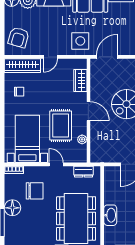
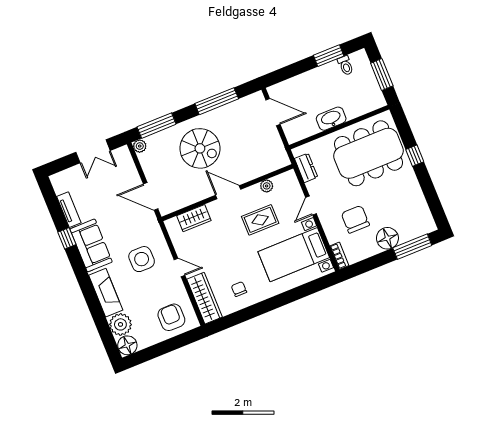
armchair: (18, 37) -> (171, 317), turned -106
side table: (80, 41) -> (142, 259), moved
door: (88, 111) -> (228, 192), hinge flipped
rug: (61, 126) -> (260, 220), width x0.73, depth x0.70
washbasin: (110, 215) -> (331, 119), moved

